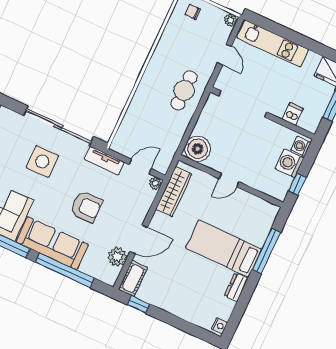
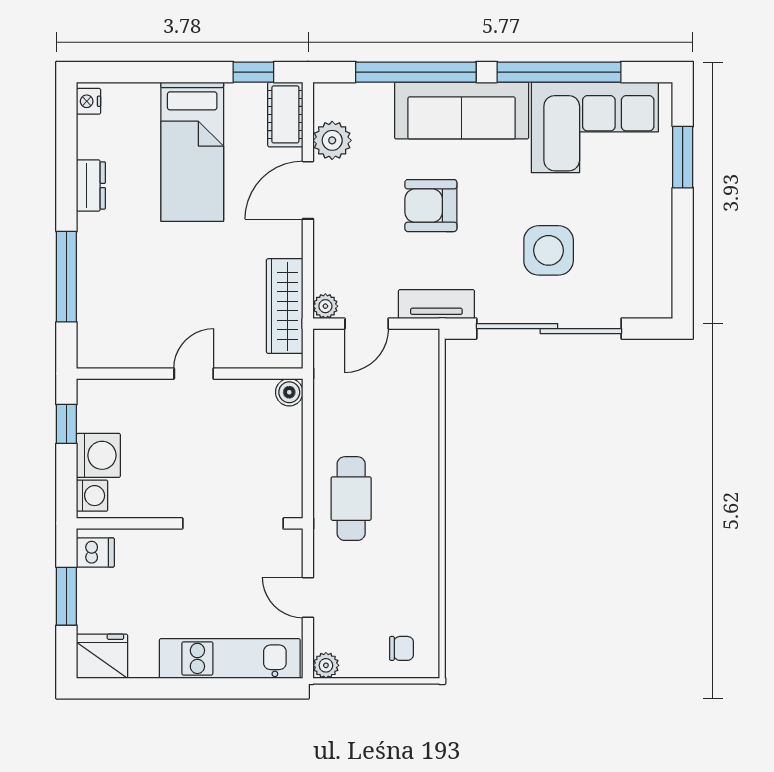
dishwasher: (293, 114) -> (95, 552), moved, turned -90
boiler: (198, 149) -> (289, 392), width x0.54, depth x0.54
bed: (224, 249) -> (192, 152), moved, turned 90

